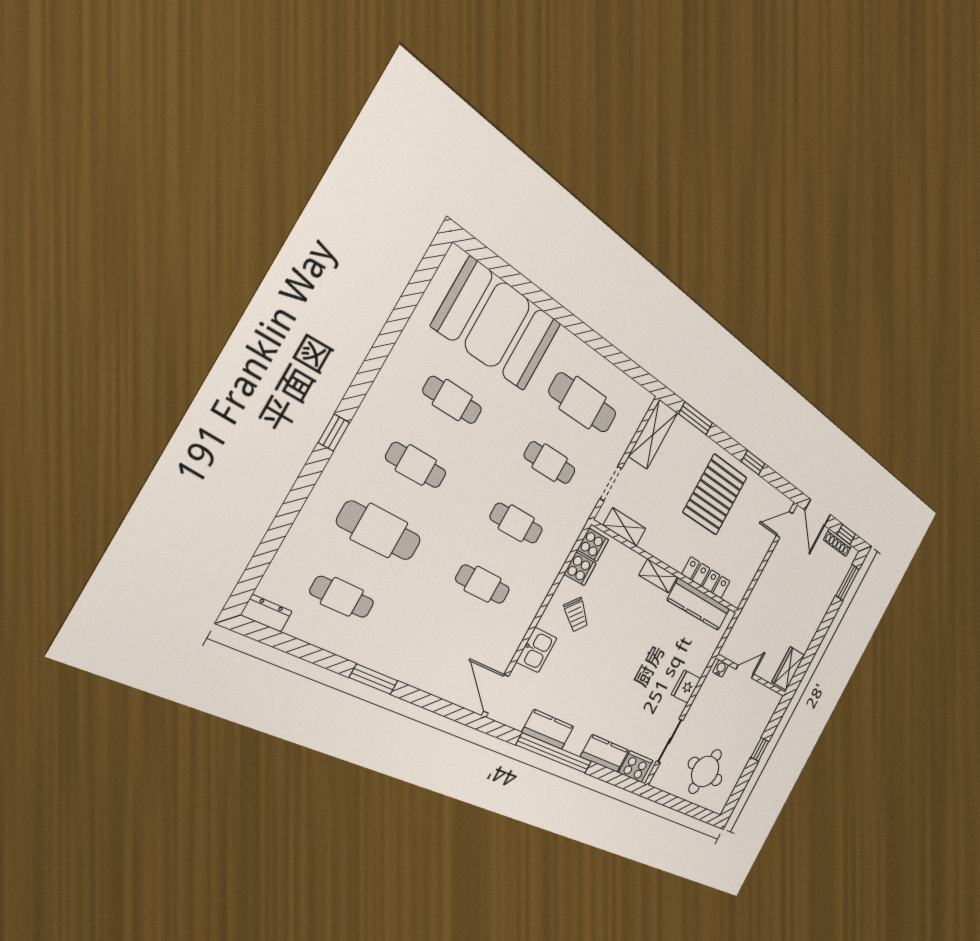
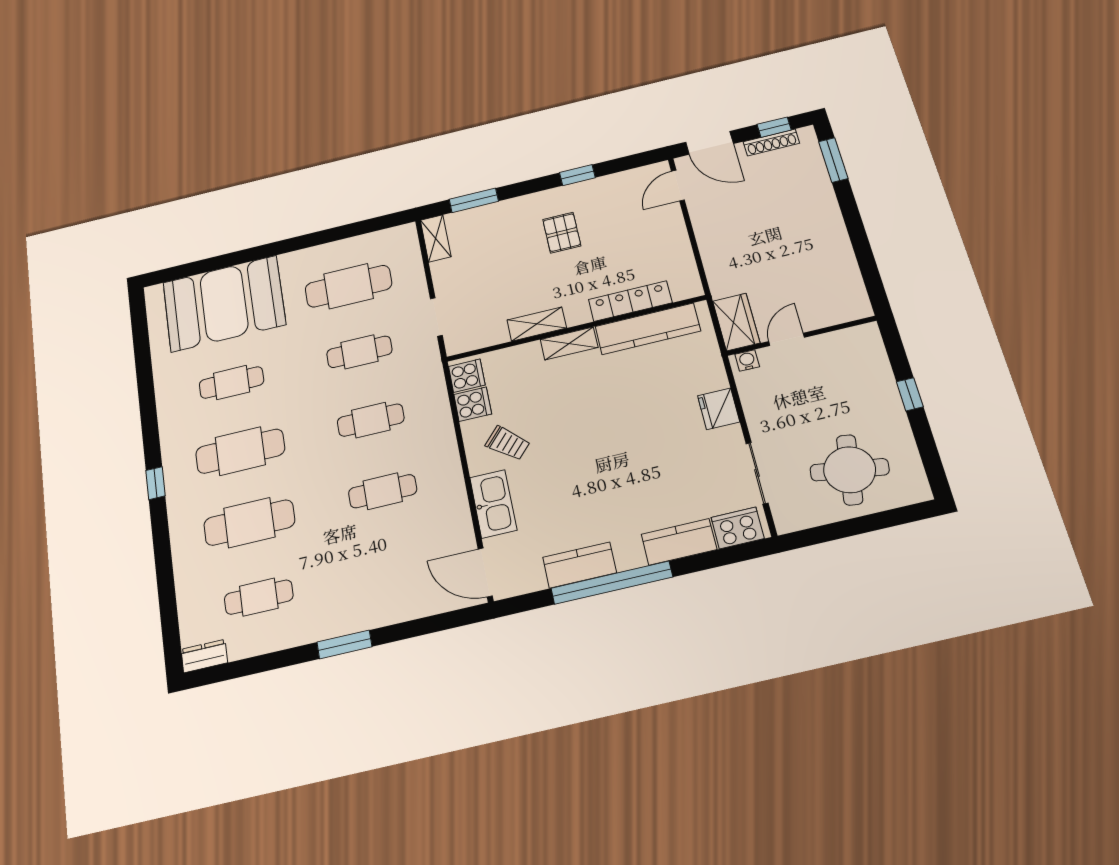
shelving: (653, 434) -> (436, 238), width x0.67, depth x0.75
cafe table: (416, 465) -> (240, 451), width x1.37, depth x1.35
pallet: (715, 495) -> (562, 233), width x0.49, depth x0.50
shelving: (625, 527) -> (537, 324), moved
kitchen sink: (537, 650) -> (493, 504), width x1.38
wardrobe: (788, 669) -> (736, 322), moved, turned 180

